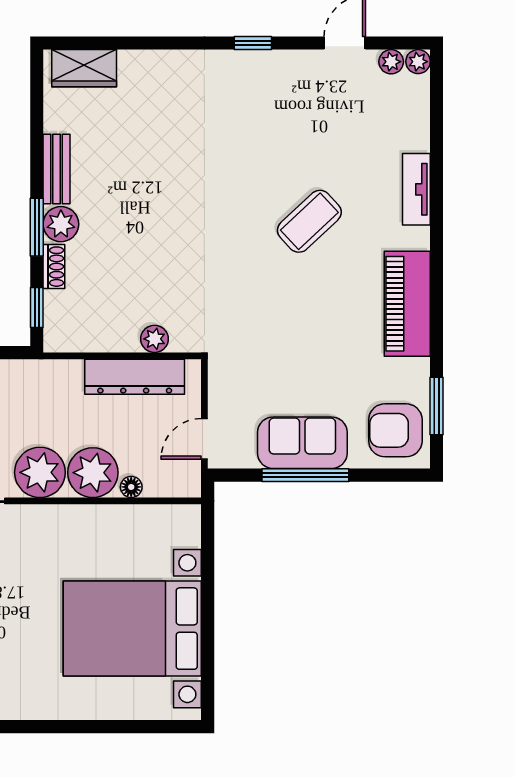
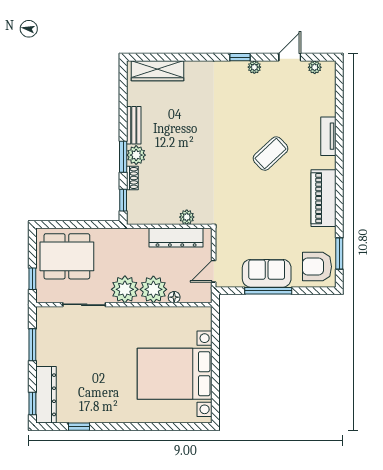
plant: (418, 62) -> (254, 67), moved
wardrobe: (84, 68) -> (157, 71), width x1.50

